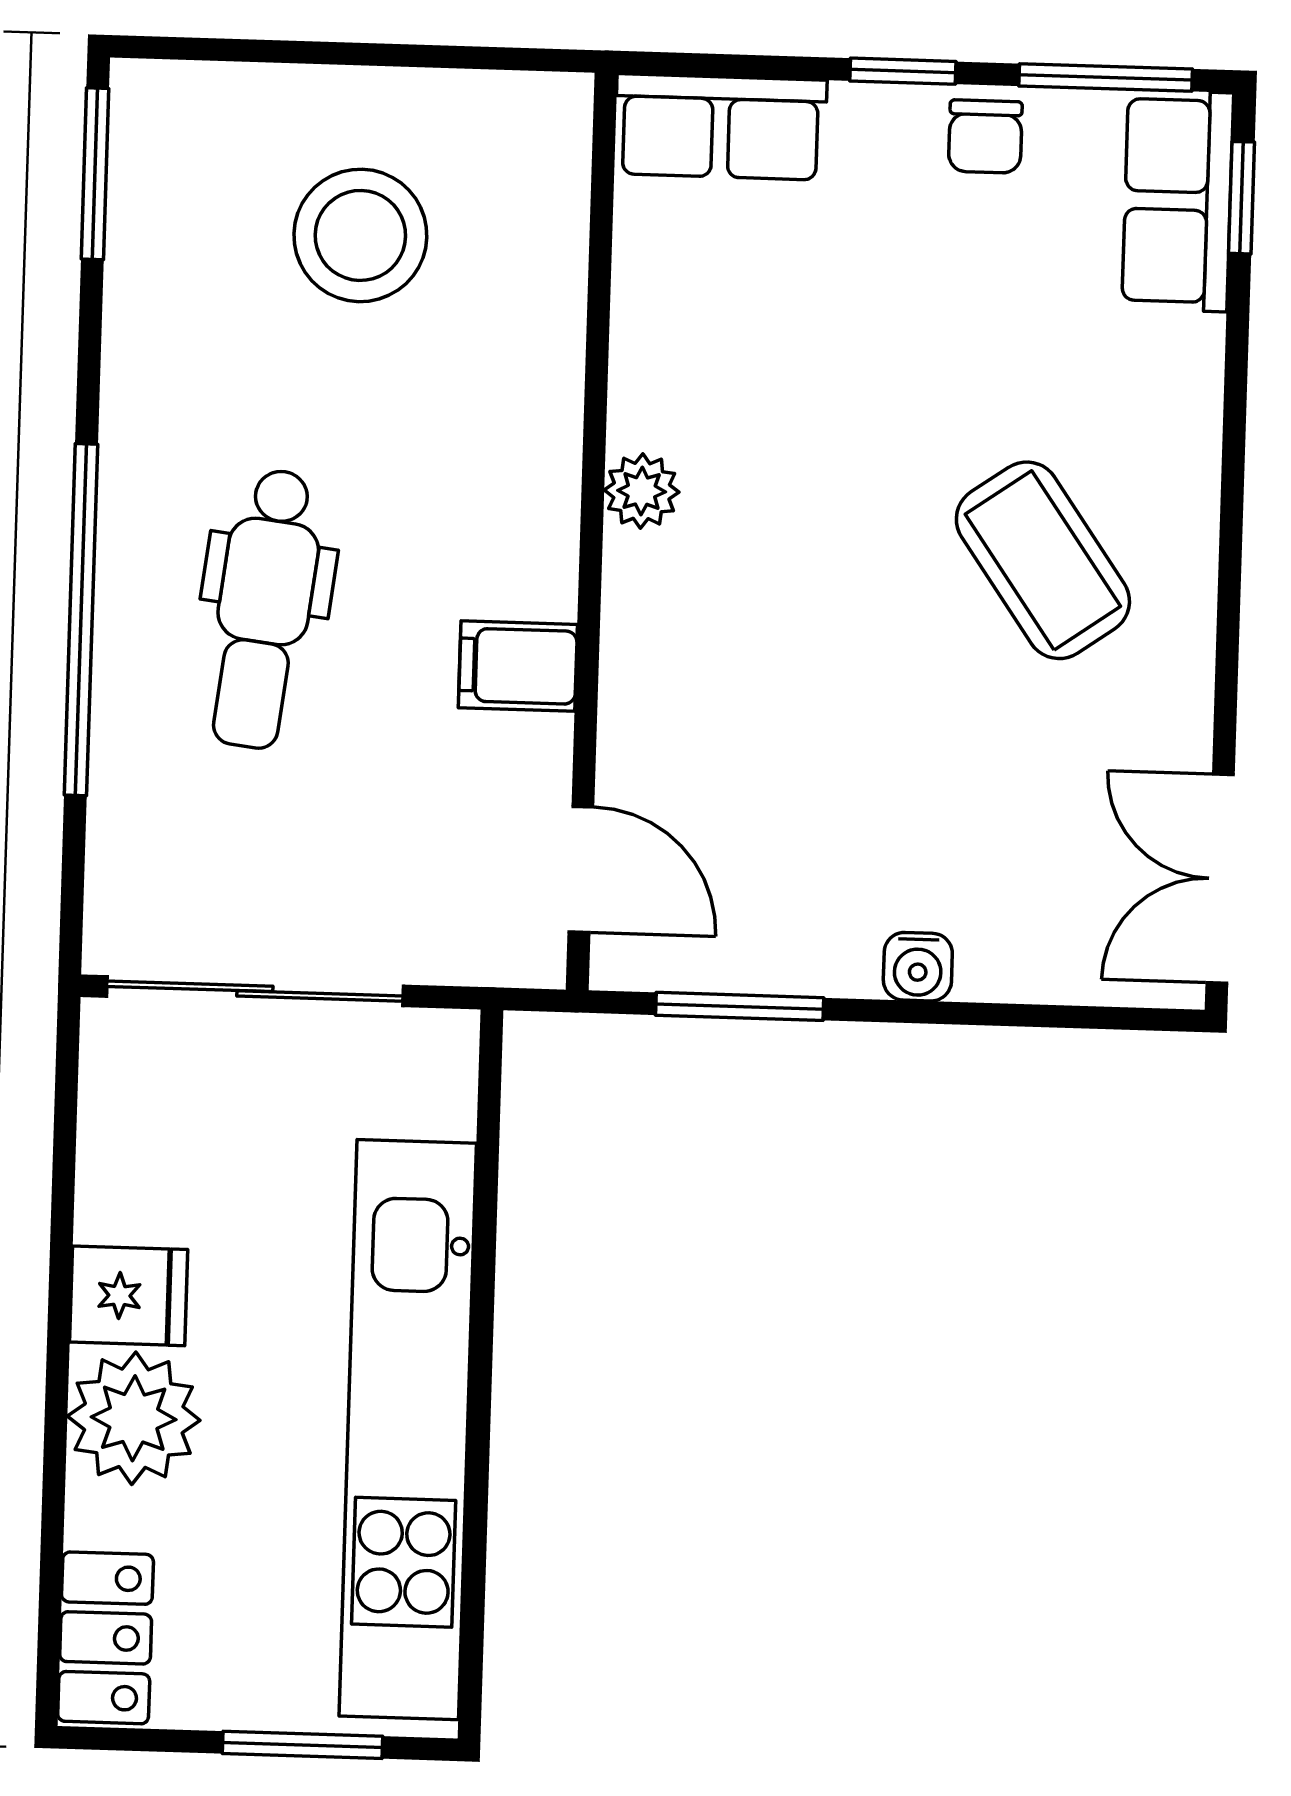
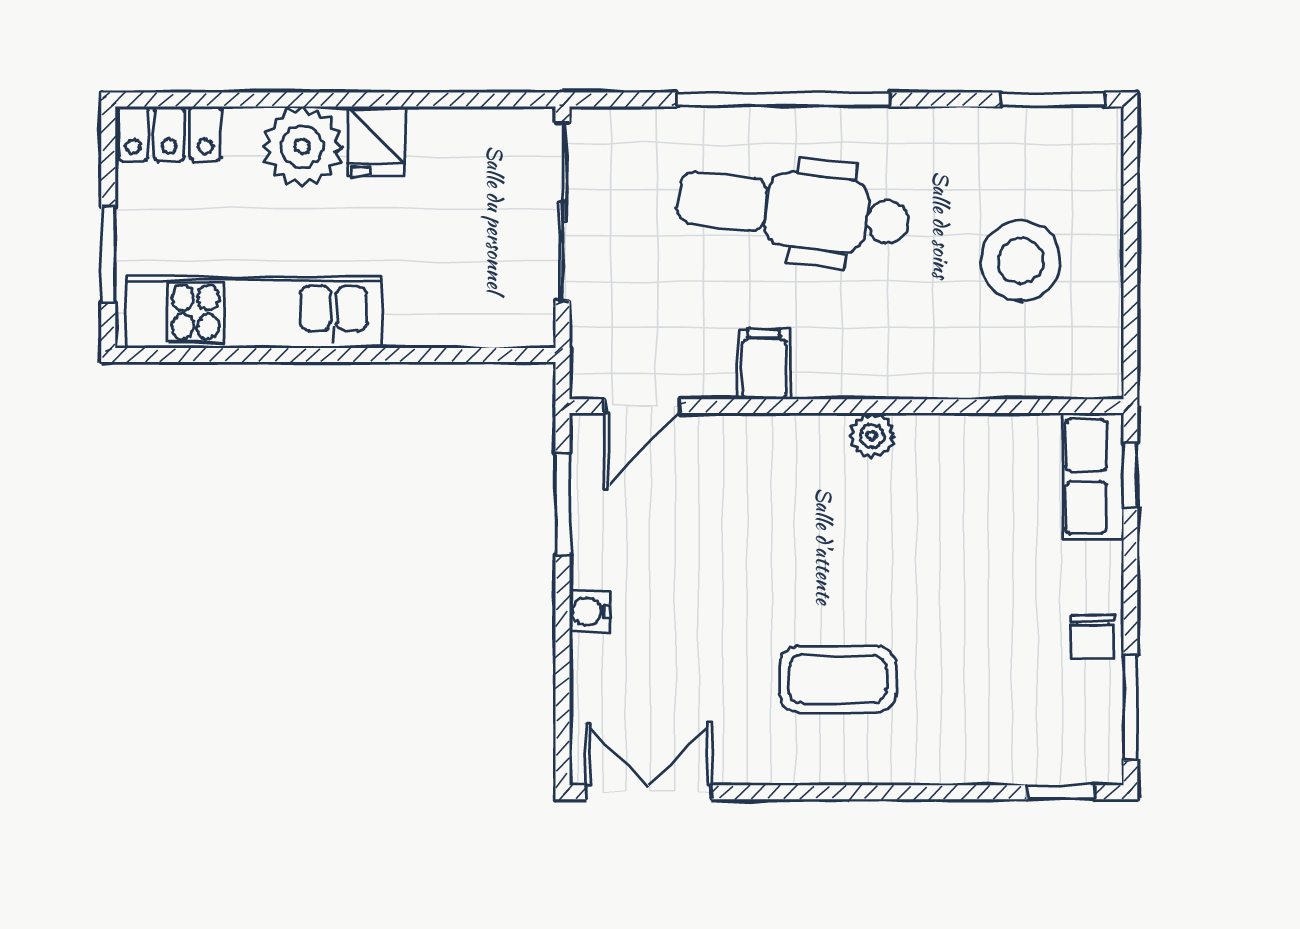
window: (903, 71) -> (1130, 475), moved
chair: (985, 136) -> (1093, 636), turned -90
row of seats: (1178, 201) -> (1057, 754), removed
coffee table: (1043, 560) -> (838, 679), turned 35
dental chair: (264, 609) -> (794, 210), width x1.36, depth x1.38
kitchen unit: (408, 1430) -> (254, 312), width x0.73

